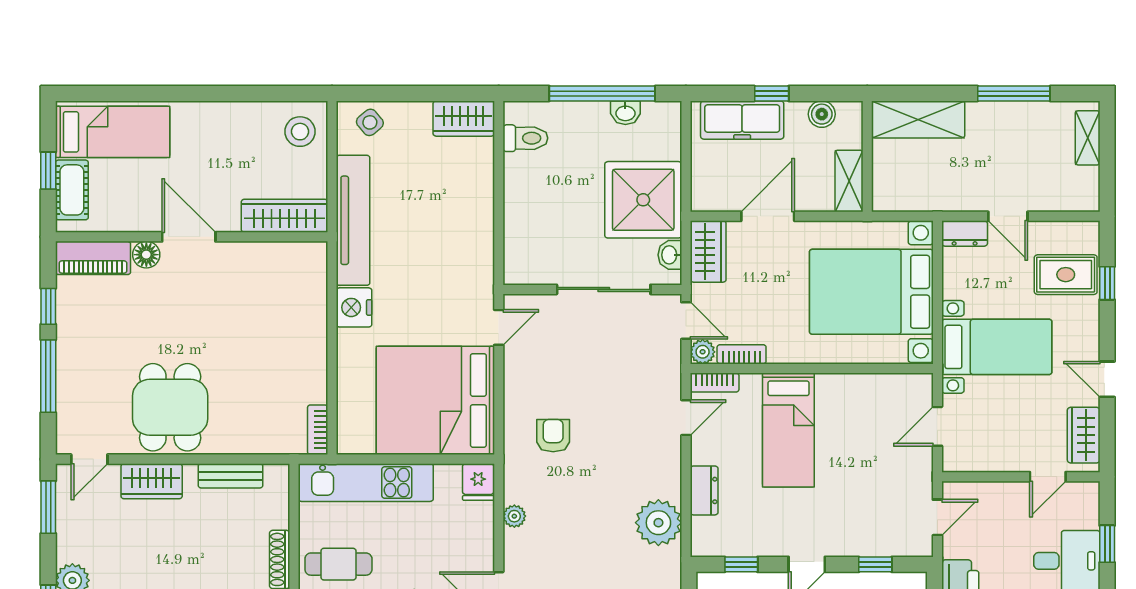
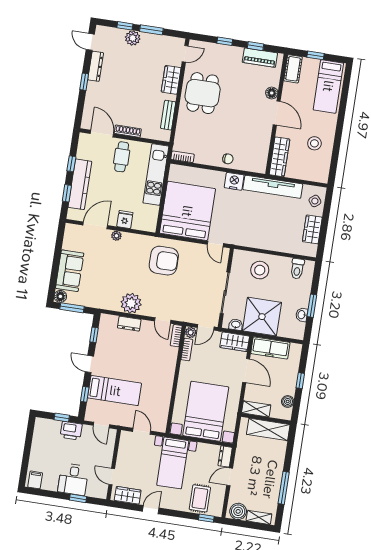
window: (602, 93) -> (312, 306), width x0.47
wardrobe: (464, 119) -> (312, 229), moved
shelving: (918, 119) -> (268, 429), moved, turned 90
freezer: (742, 120) -> (270, 348), moved, turned -90
stool: (300, 132) -> (314, 143), moved
boiler: (1081, 186) -> (238, 511), added
cot: (72, 190) -> (293, 69), moved, turned 90
stool: (541, 221) -> (260, 270), added
door: (189, 237) -> (277, 113), hinge flipped
piano: (93, 258) -> (260, 58), moved, turned -90
window: (1107, 283) -> (206, 518), moved
chair: (307, 329) -> (228, 159), added
window: (48, 376) -> (225, 41), width x0.46
dining table: (170, 407) -> (203, 93), turned 90
bed: (788, 430) -> (115, 391), moved, turned 180
armchair: (553, 436) -> (164, 261), width x1.88, depth x1.88
door: (89, 459) -> (185, 54), swing flipped
fridge: (478, 482) -> (125, 220), moved, turned 90
window: (48, 507) -> (151, 30), moved
plant: (514, 516) -> (116, 236), moved
plant: (658, 523) -> (131, 303), moved

